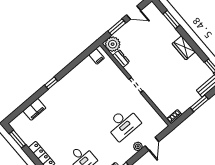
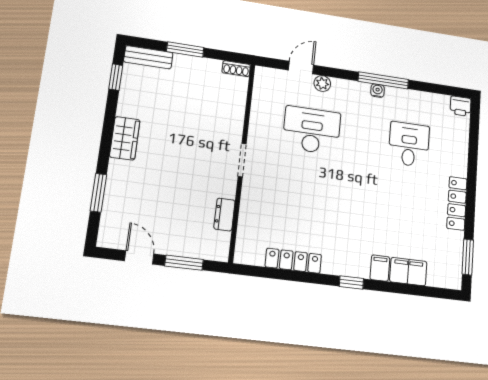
plant: (113, 44) -> (215, 246), removed
filing cabinet: (97, 56) -> (380, 268), moved
locker: (80, 69) -> (293, 261), added

